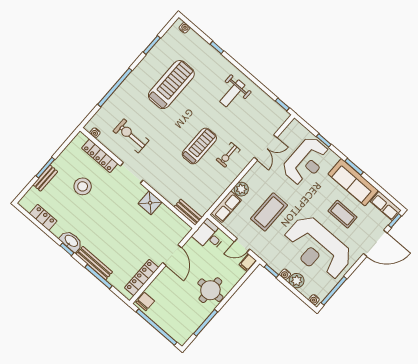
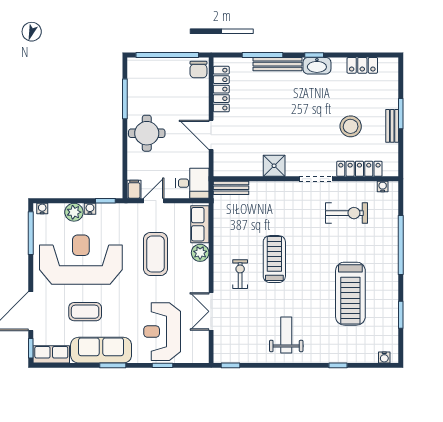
treadmill: (199, 146) -> (274, 259), turned 180
bench: (45, 178) -> (392, 126), moved

